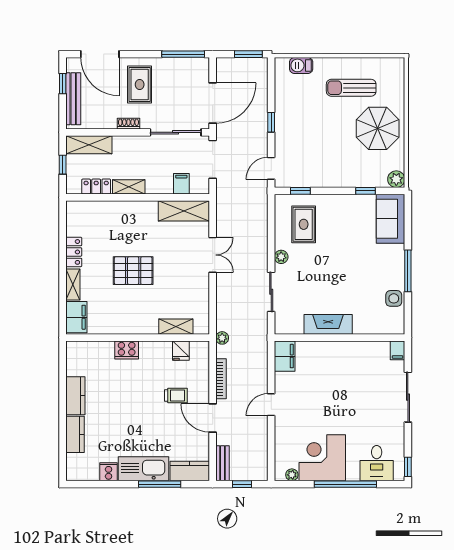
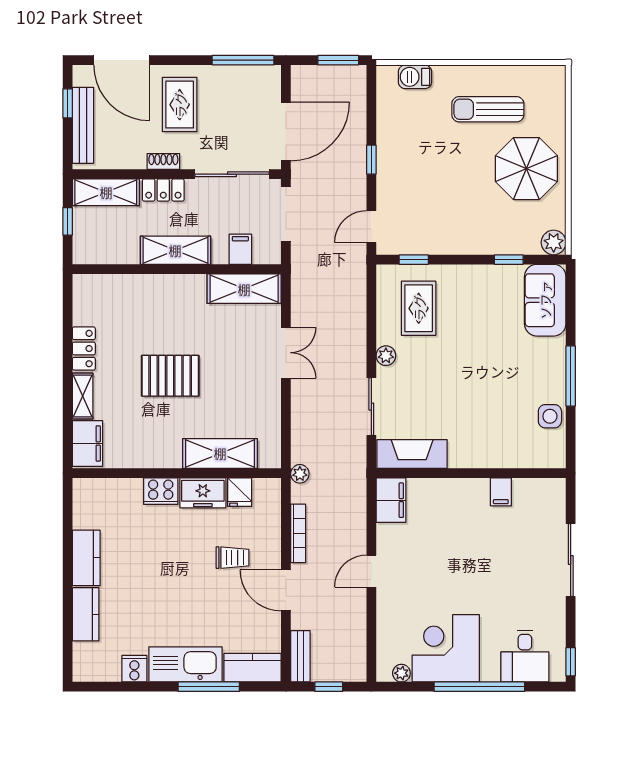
locker: (96, 187) -> (163, 190), moved, turned 180
shelving: (129, 187) -> (175, 250), width x1.50, depth x1.33
fireplace: (328, 324) -> (412, 454), moved
shelving: (176, 327) -> (220, 453), width x1.50, depth x1.33
filing cabinet: (398, 350) -> (501, 492), moved
freezer: (156, 351) -> (203, 493), added

